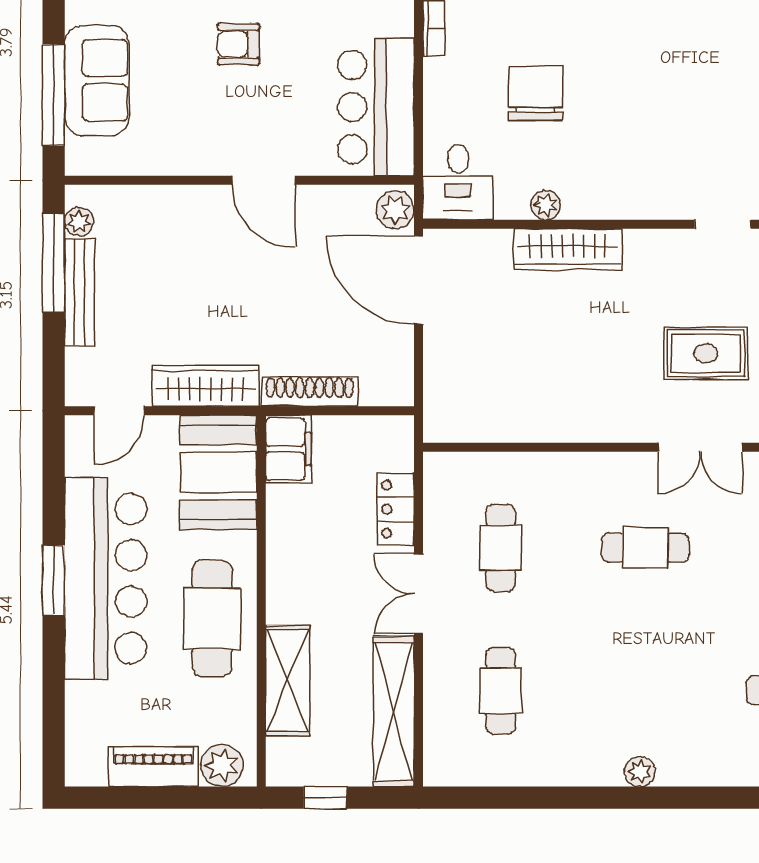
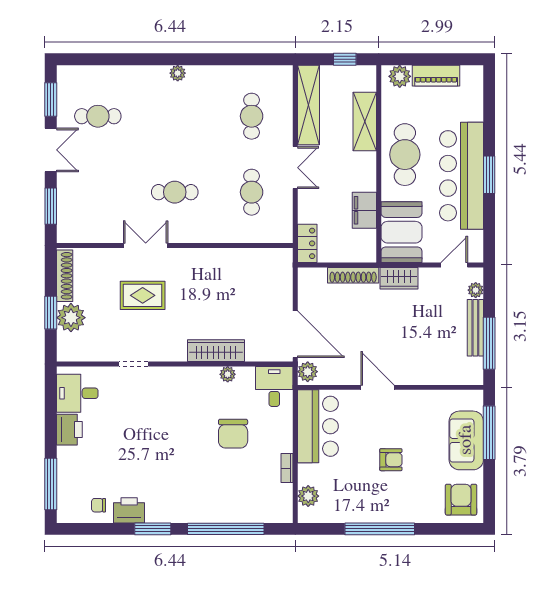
plant: (79, 222) -> (476, 290), moved
wardrobe: (206, 386) -> (399, 278), width x0.67
filing cabinet: (288, 449) -> (364, 210), moved
locker: (396, 509) -> (307, 243), moved

